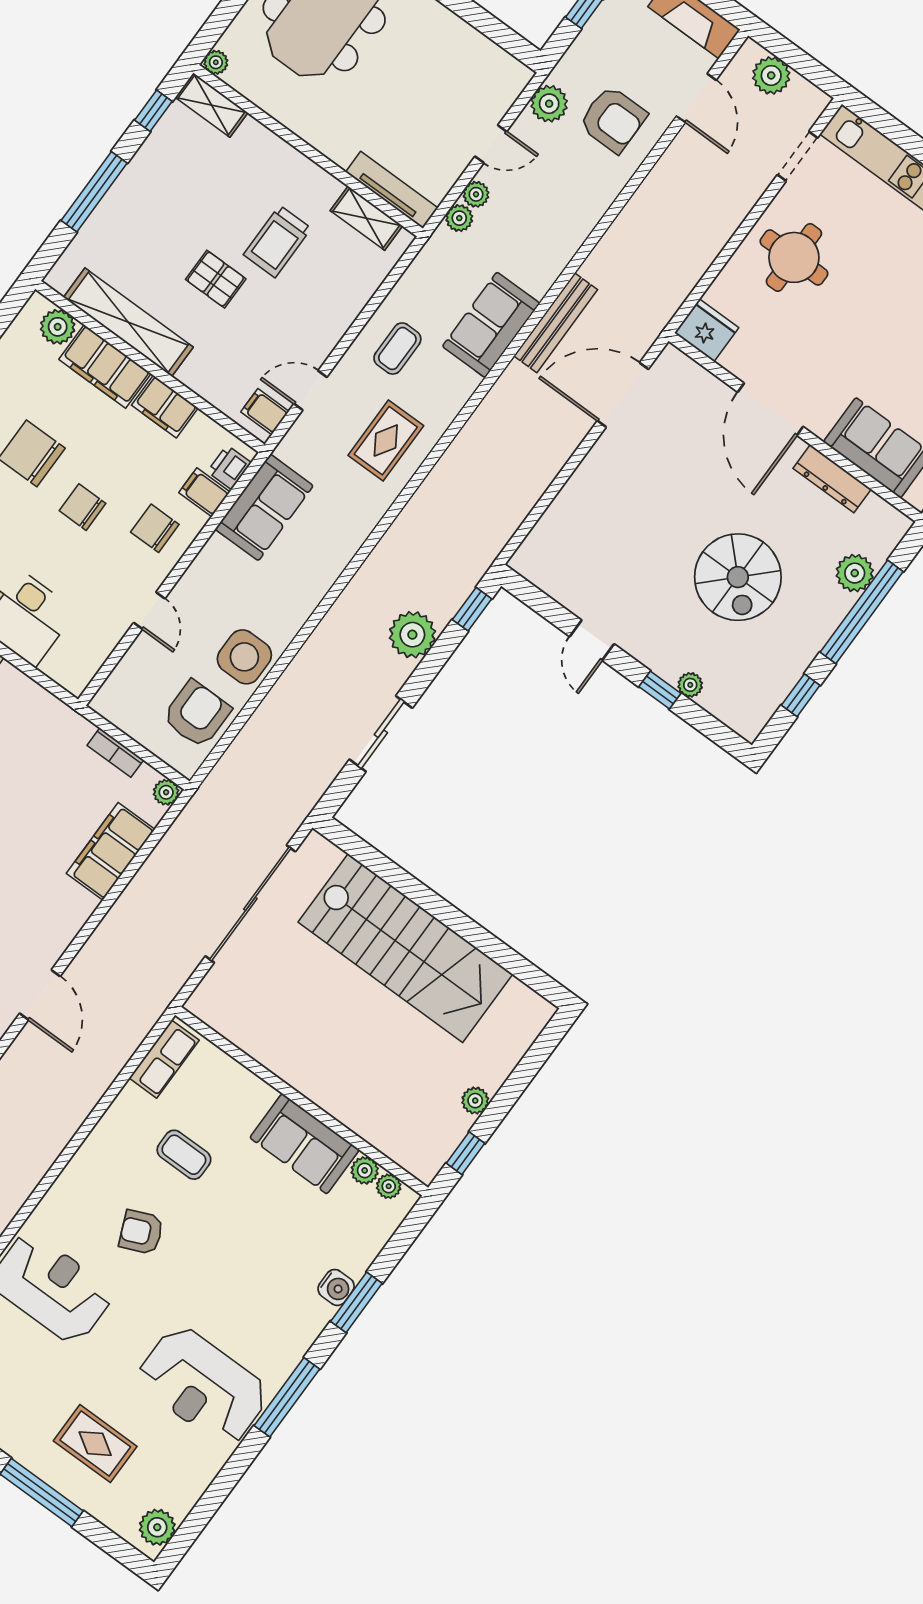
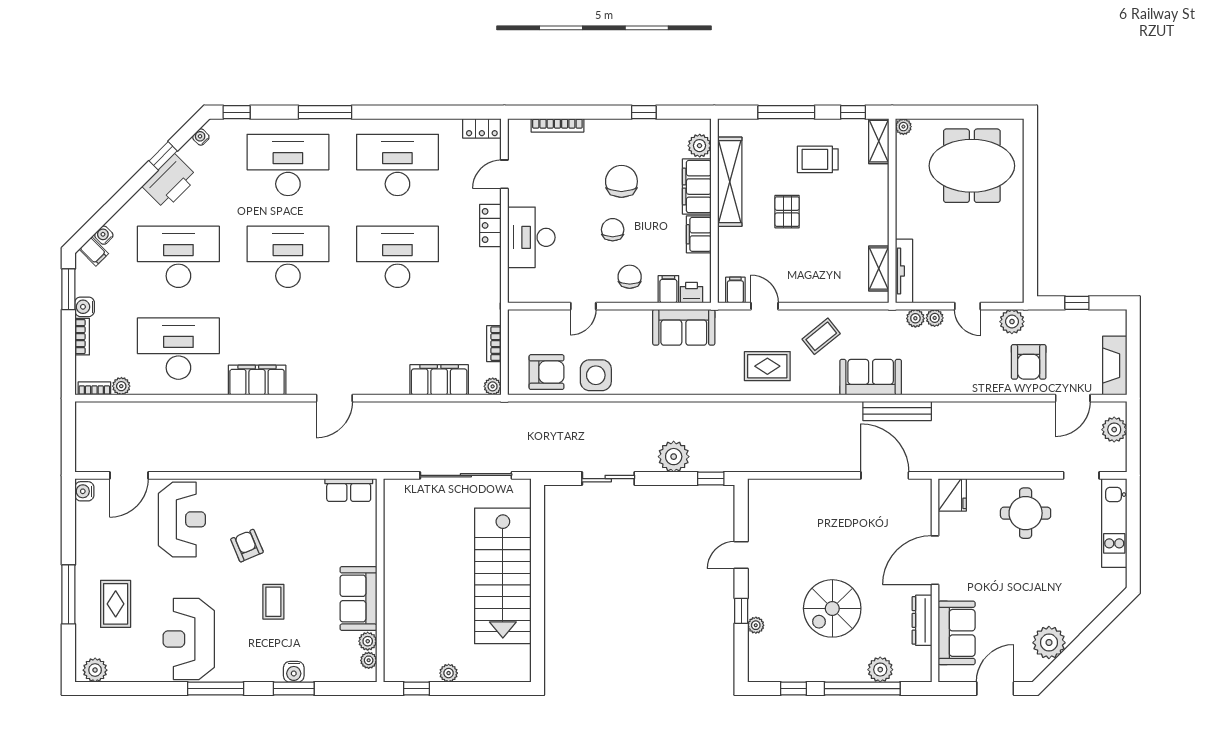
trolley: (277, 241) -> (818, 159), moved
coffee table: (397, 348) -> (821, 336), turned -39
coffee table: (184, 1155) -> (273, 602), moved

